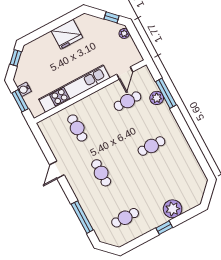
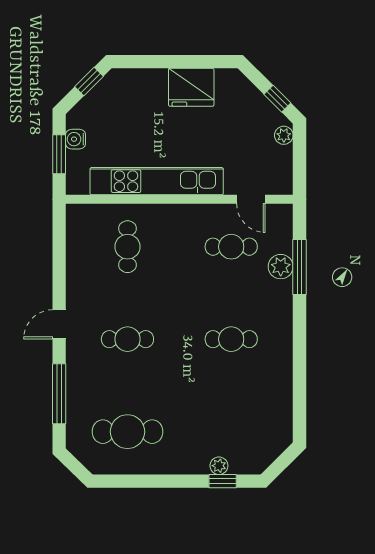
door: (125, 73) -> (251, 199), hinge flipped
door: (57, 170) -> (59, 324), moved
cafe table: (101, 173) -> (127, 339), turned 90
plant: (173, 209) -> (219, 466), width x0.53, depth x0.53
cafe table: (125, 218) -> (127, 432), width x1.37, depth x1.35
window: (164, 228) -> (223, 481), moved

